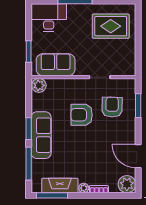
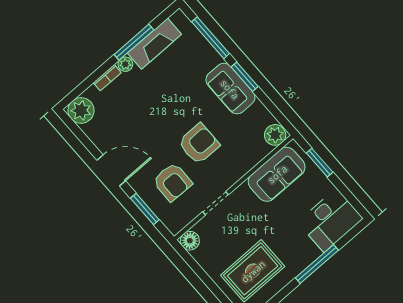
floor lamp: (129, 69) -> (190, 241), added
sofa: (41, 135) -> (230, 89), width x0.73
door: (138, 156) -> (111, 170), moved
window: (52, 195) -> (134, 42), moved

